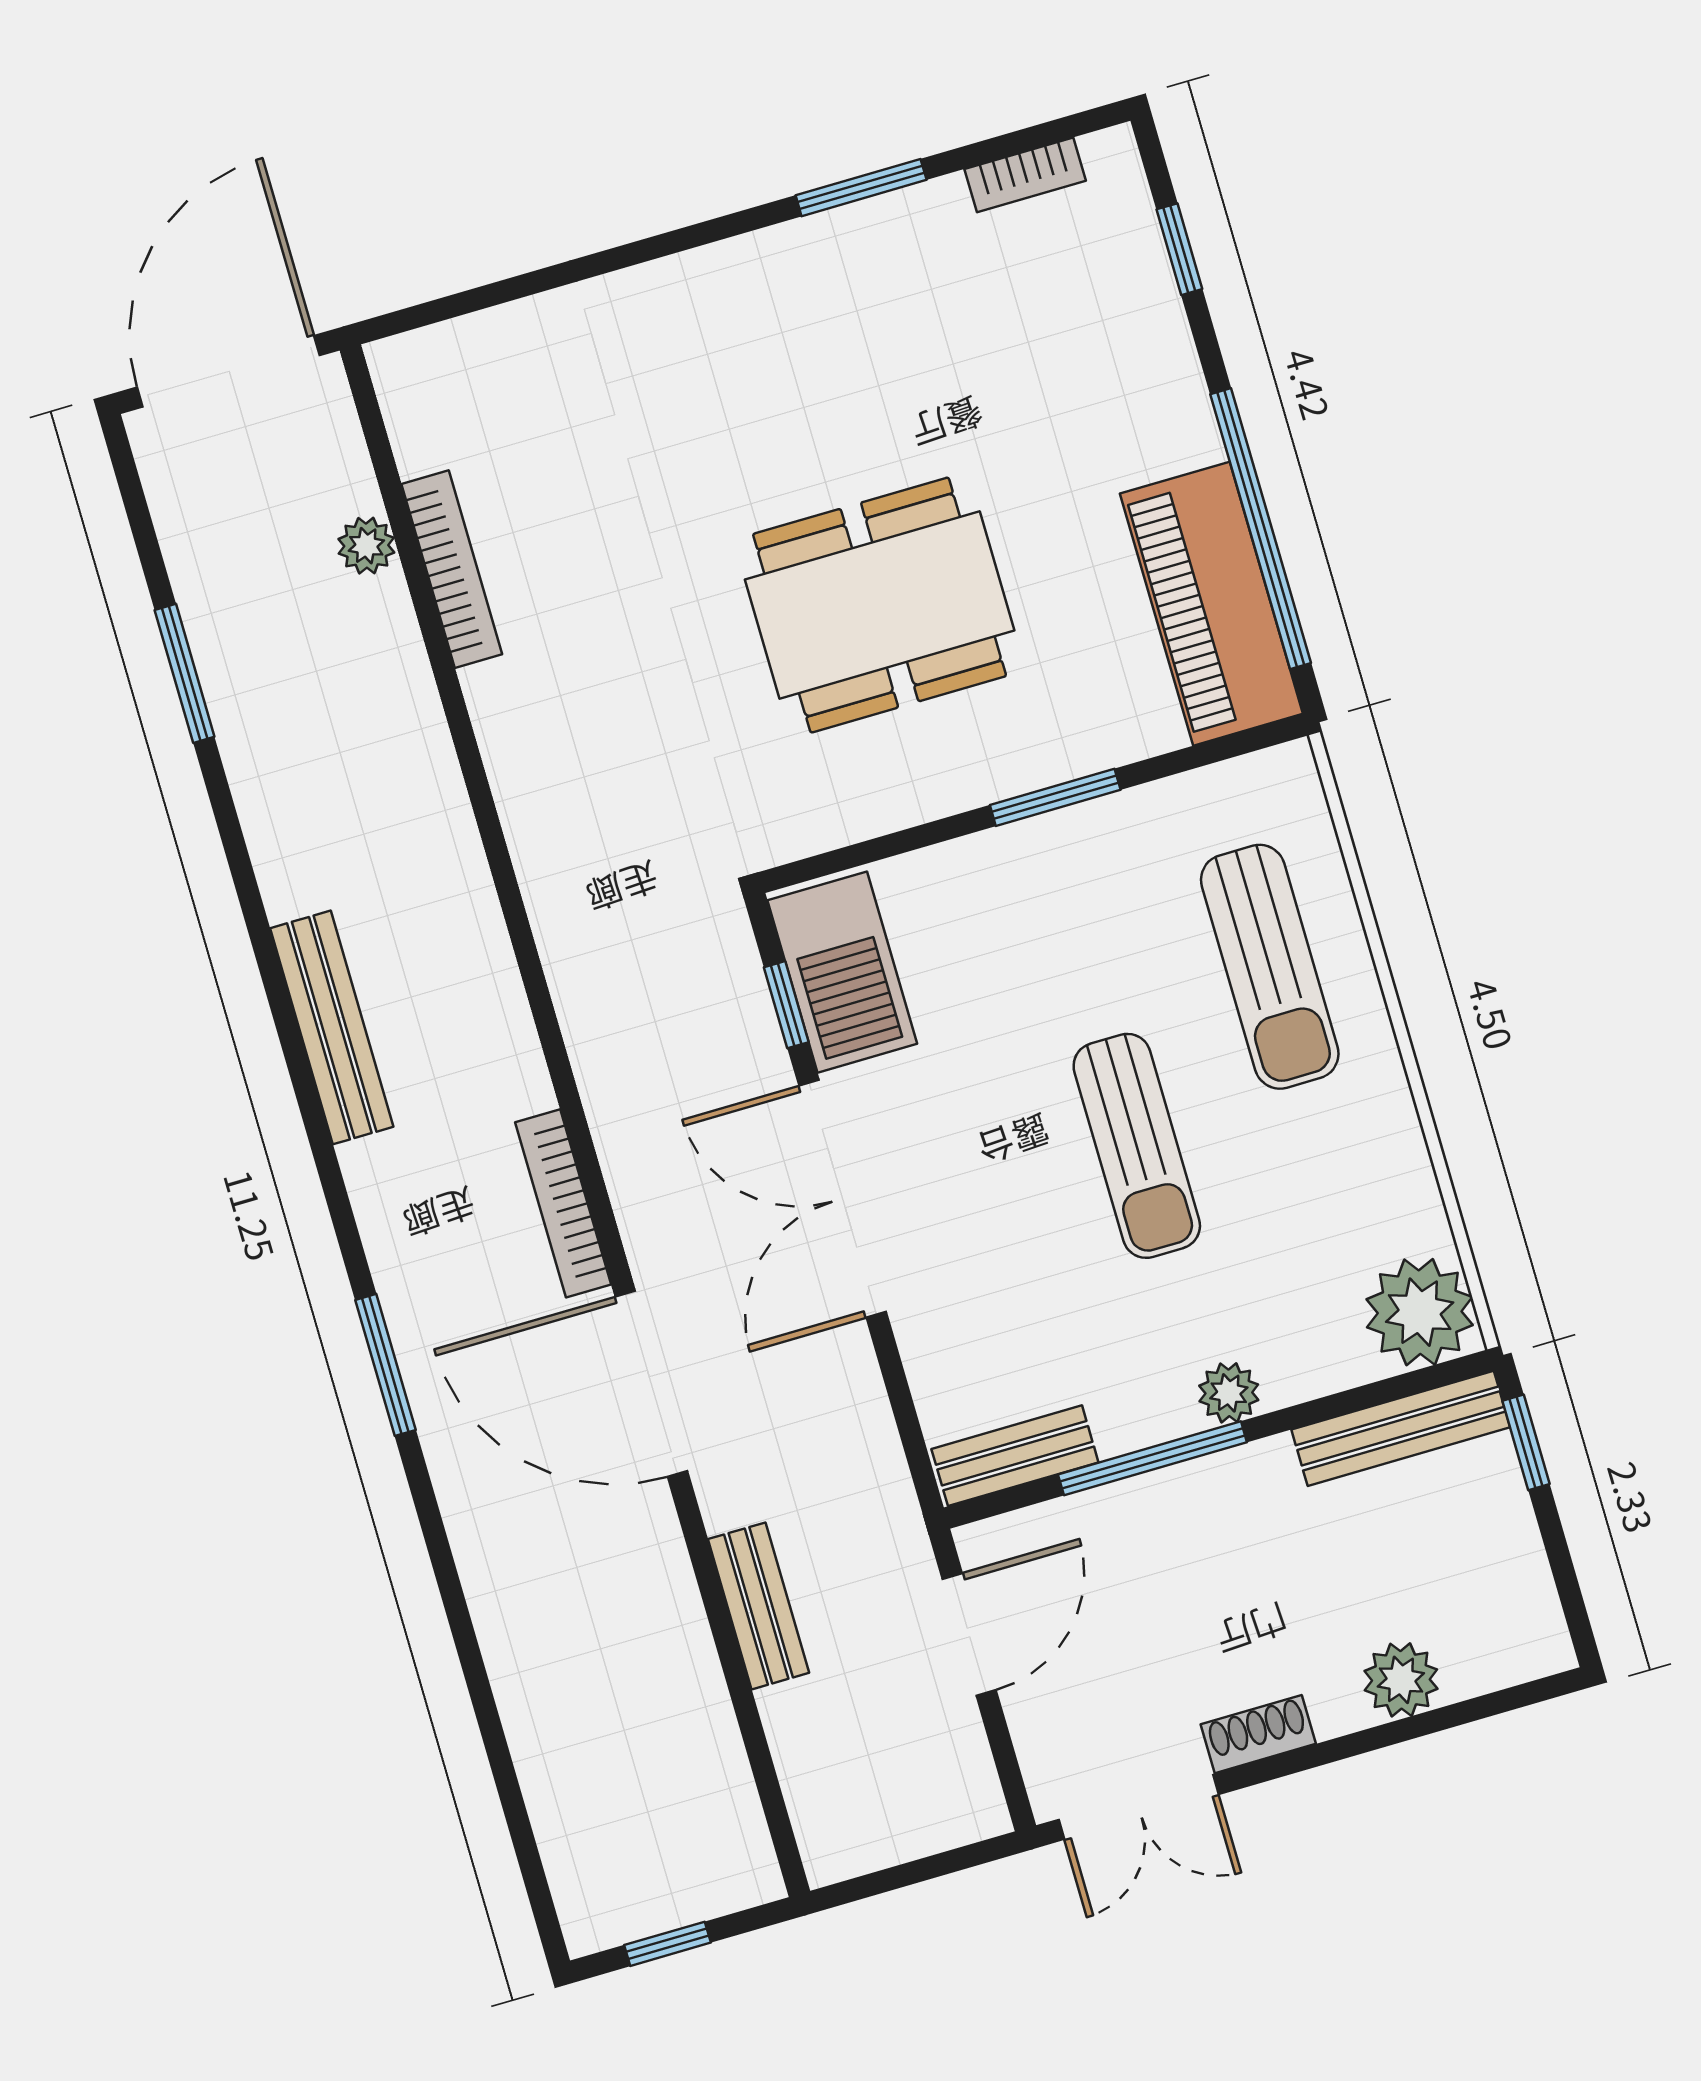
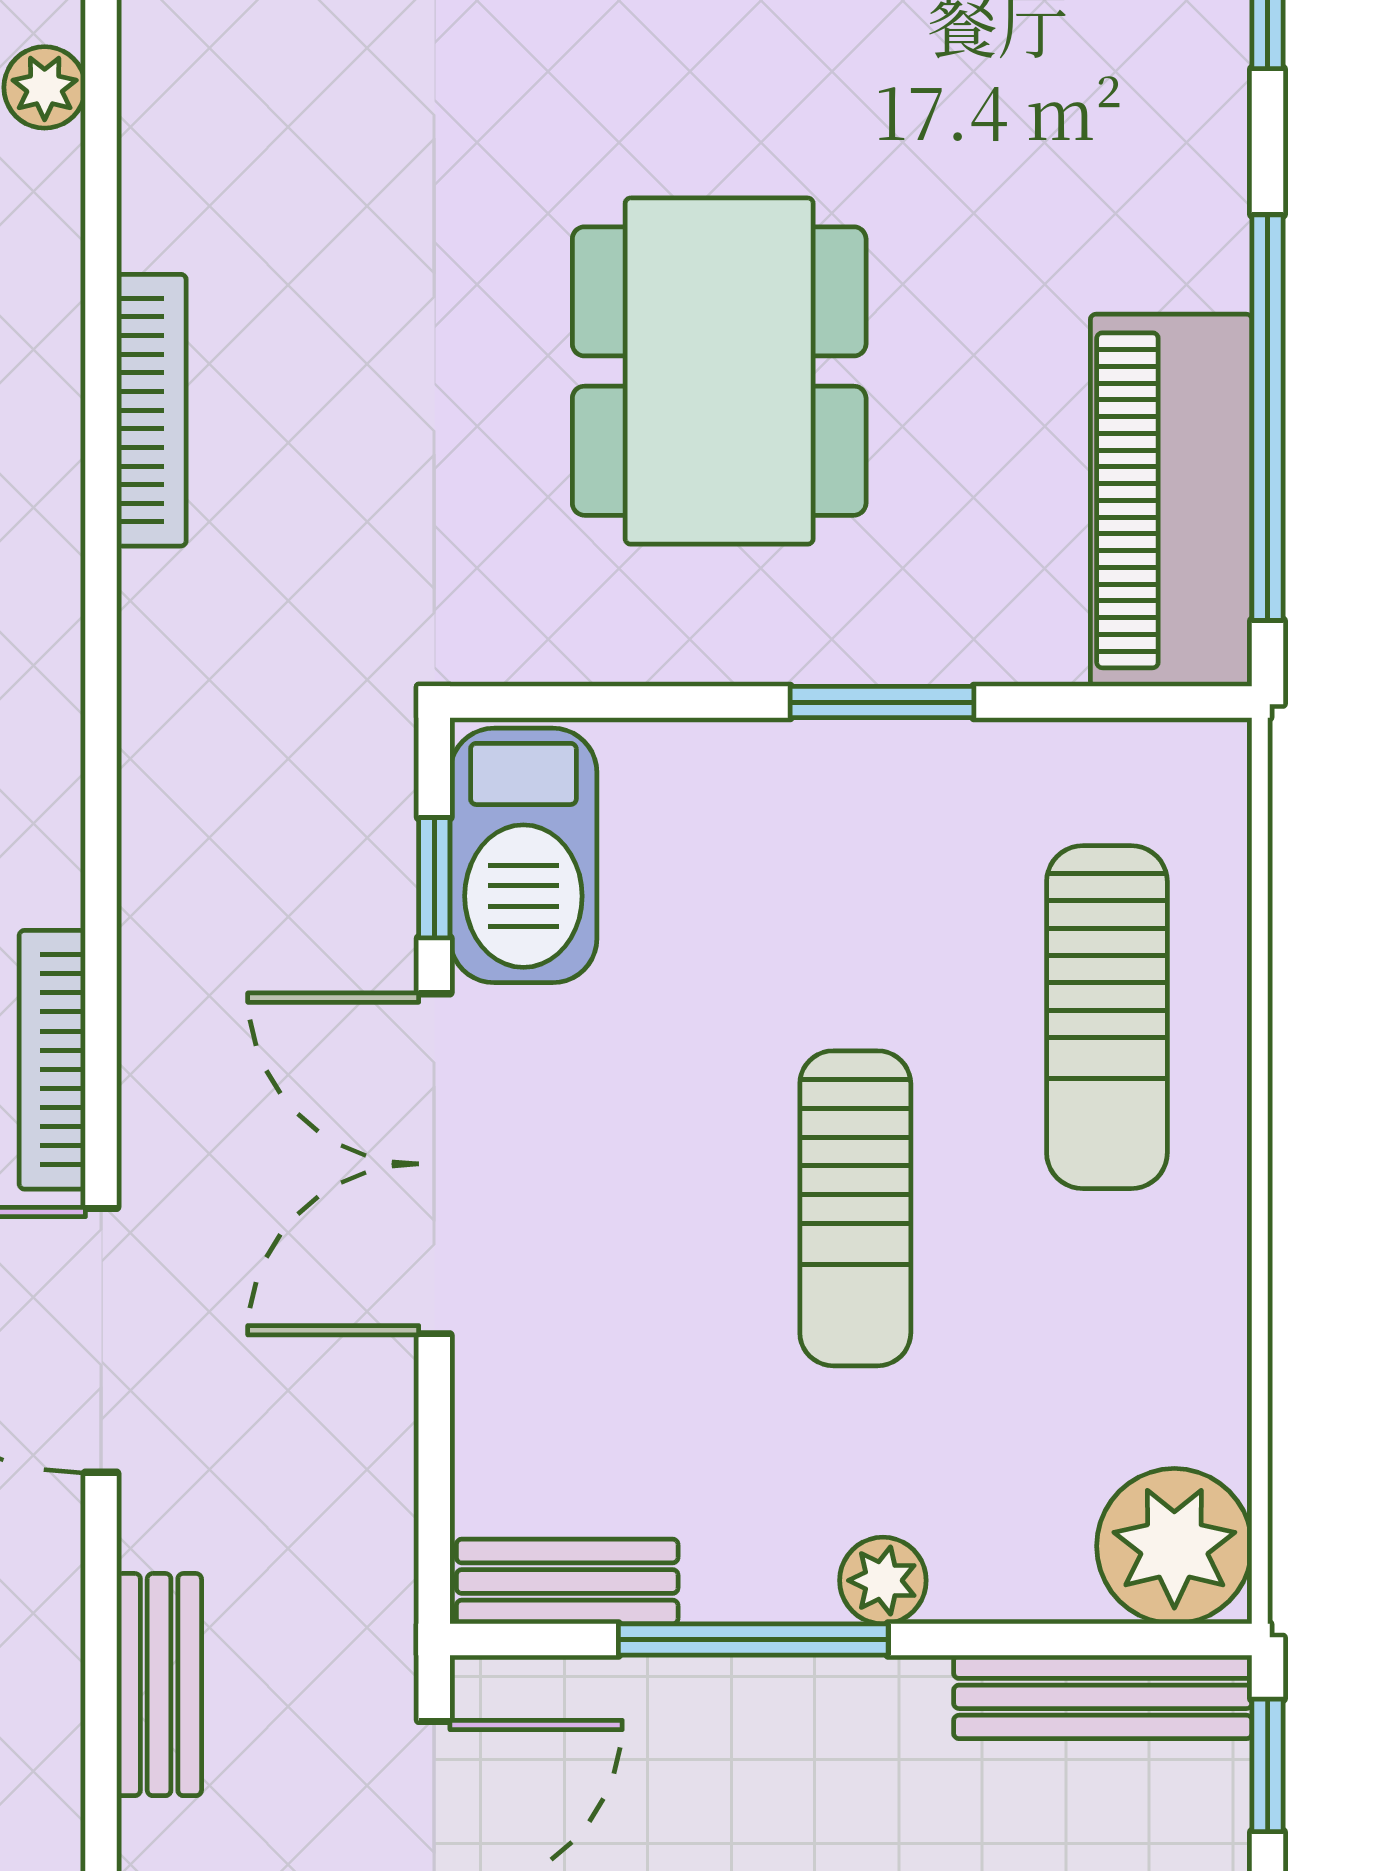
bookcase: (452, 569) -> (151, 410), moved
dining table: (880, 605) -> (719, 371), turned 90

